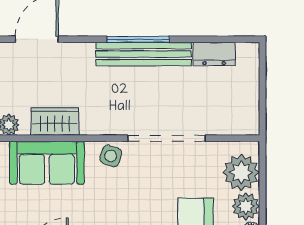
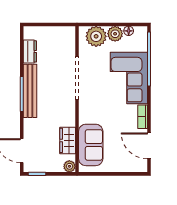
side table: (111, 156) -> (87, 109), removed

